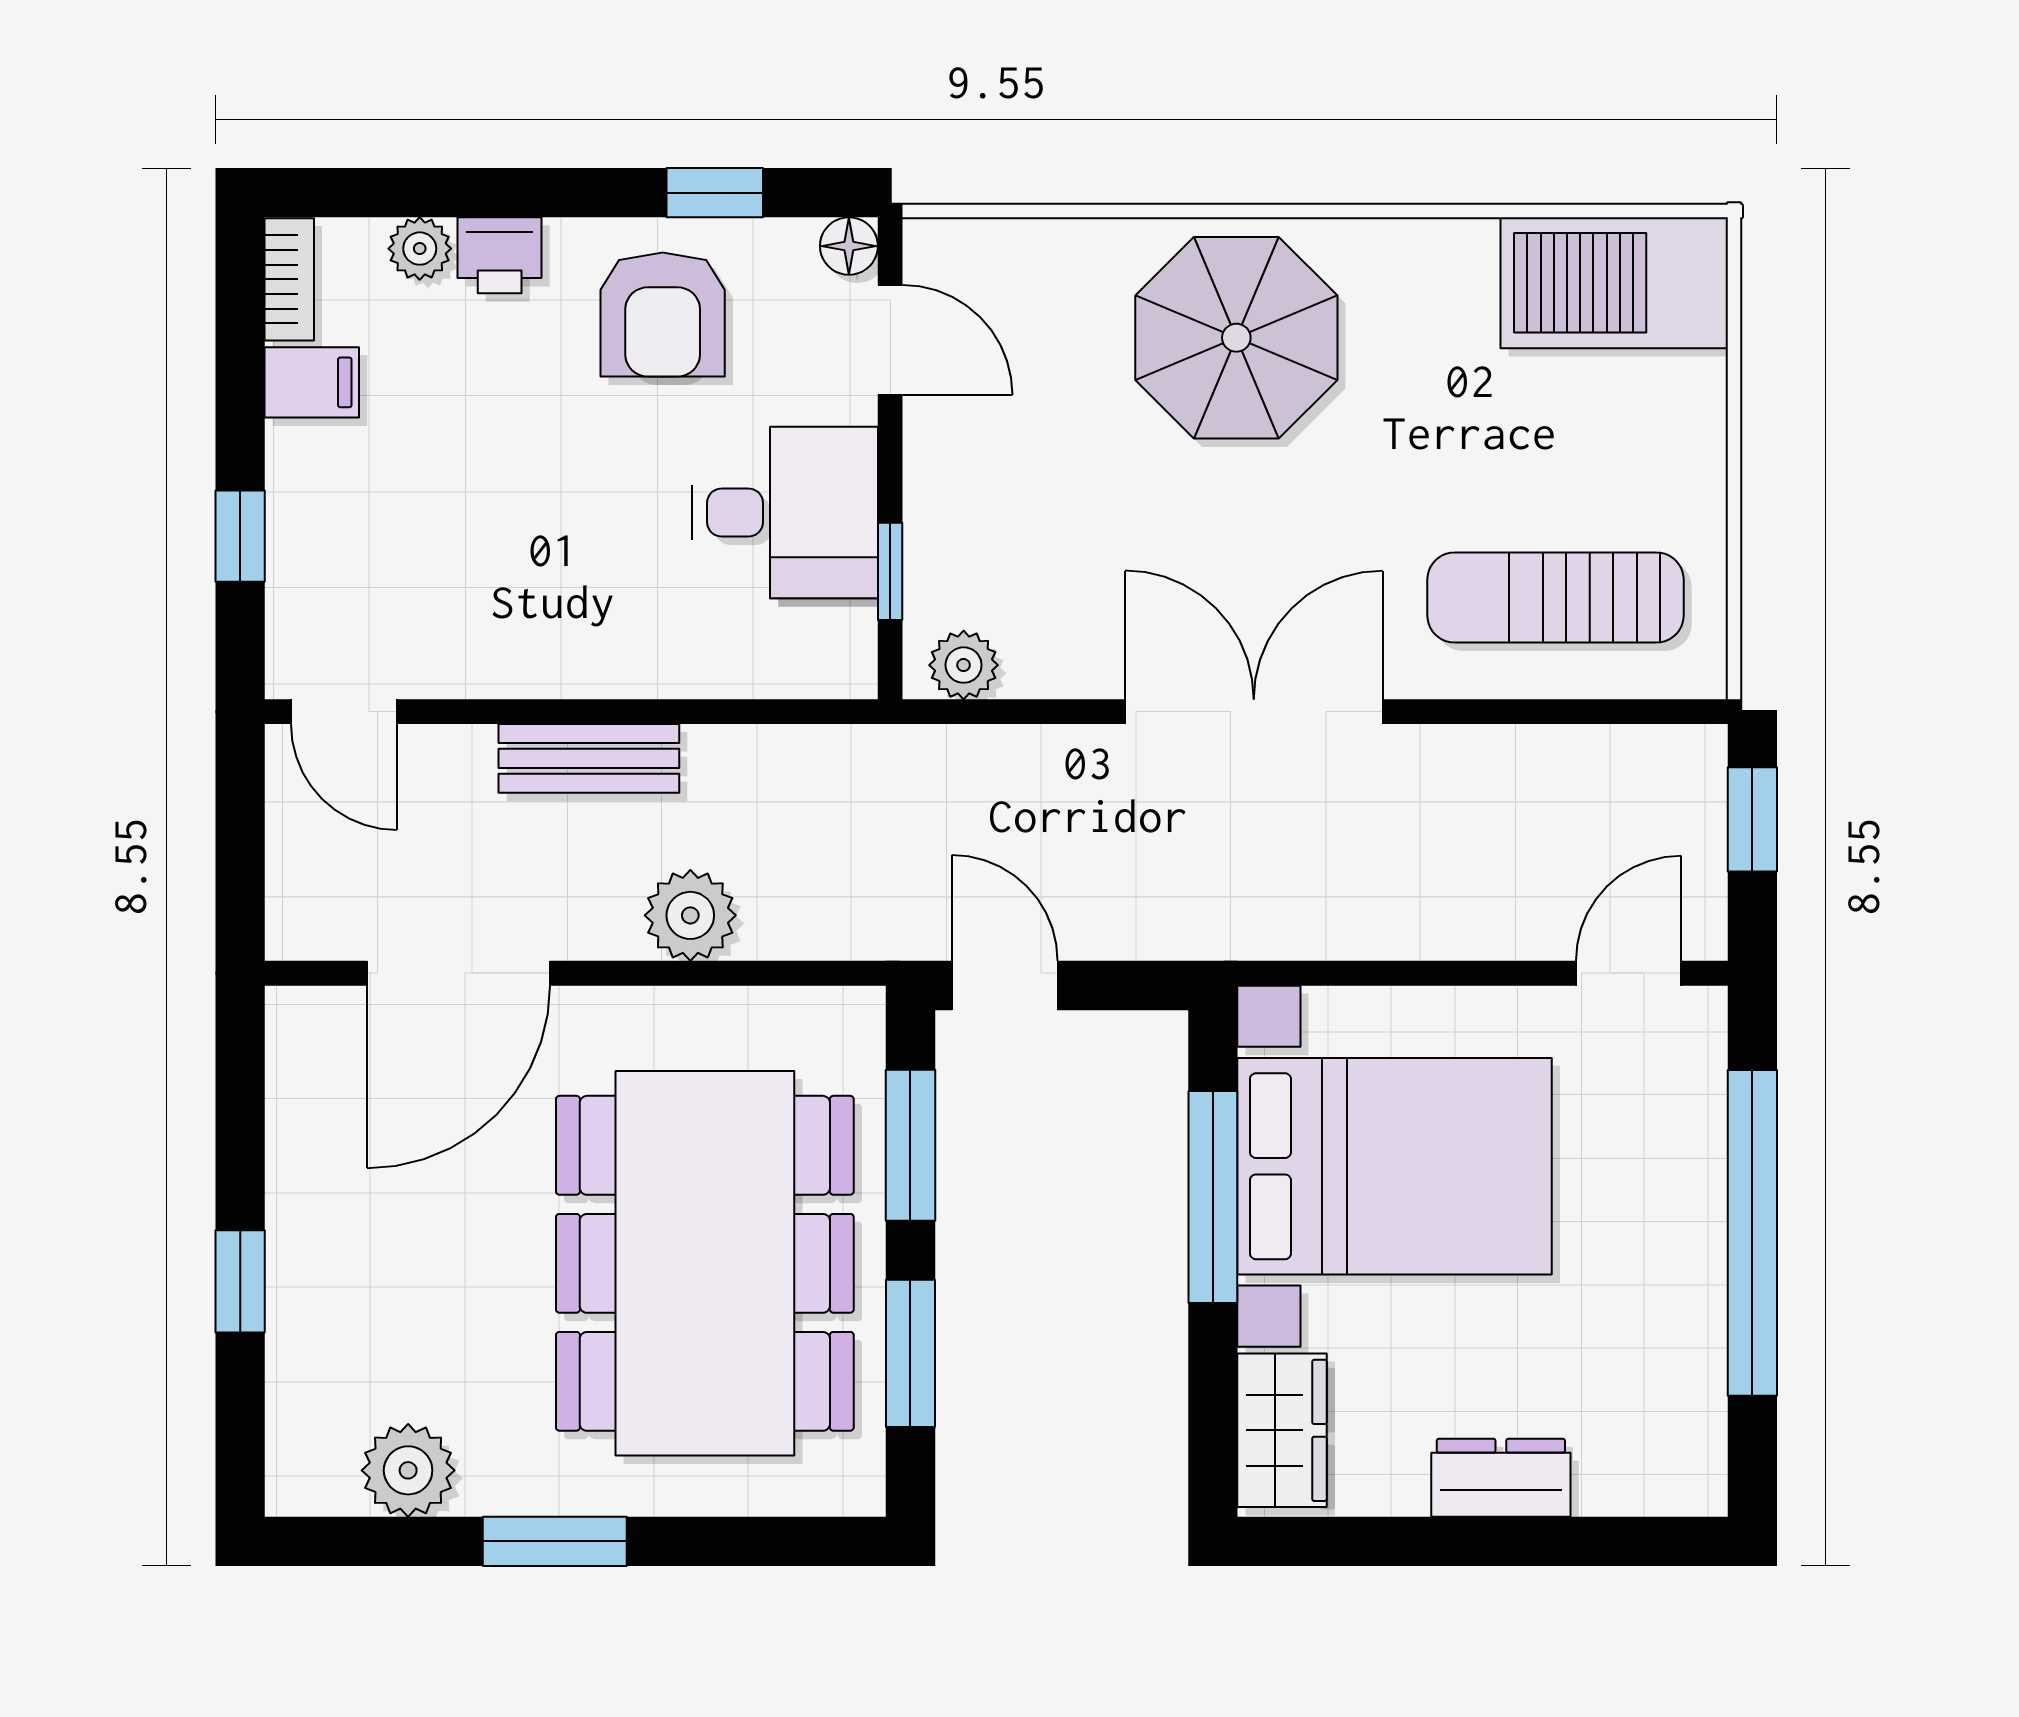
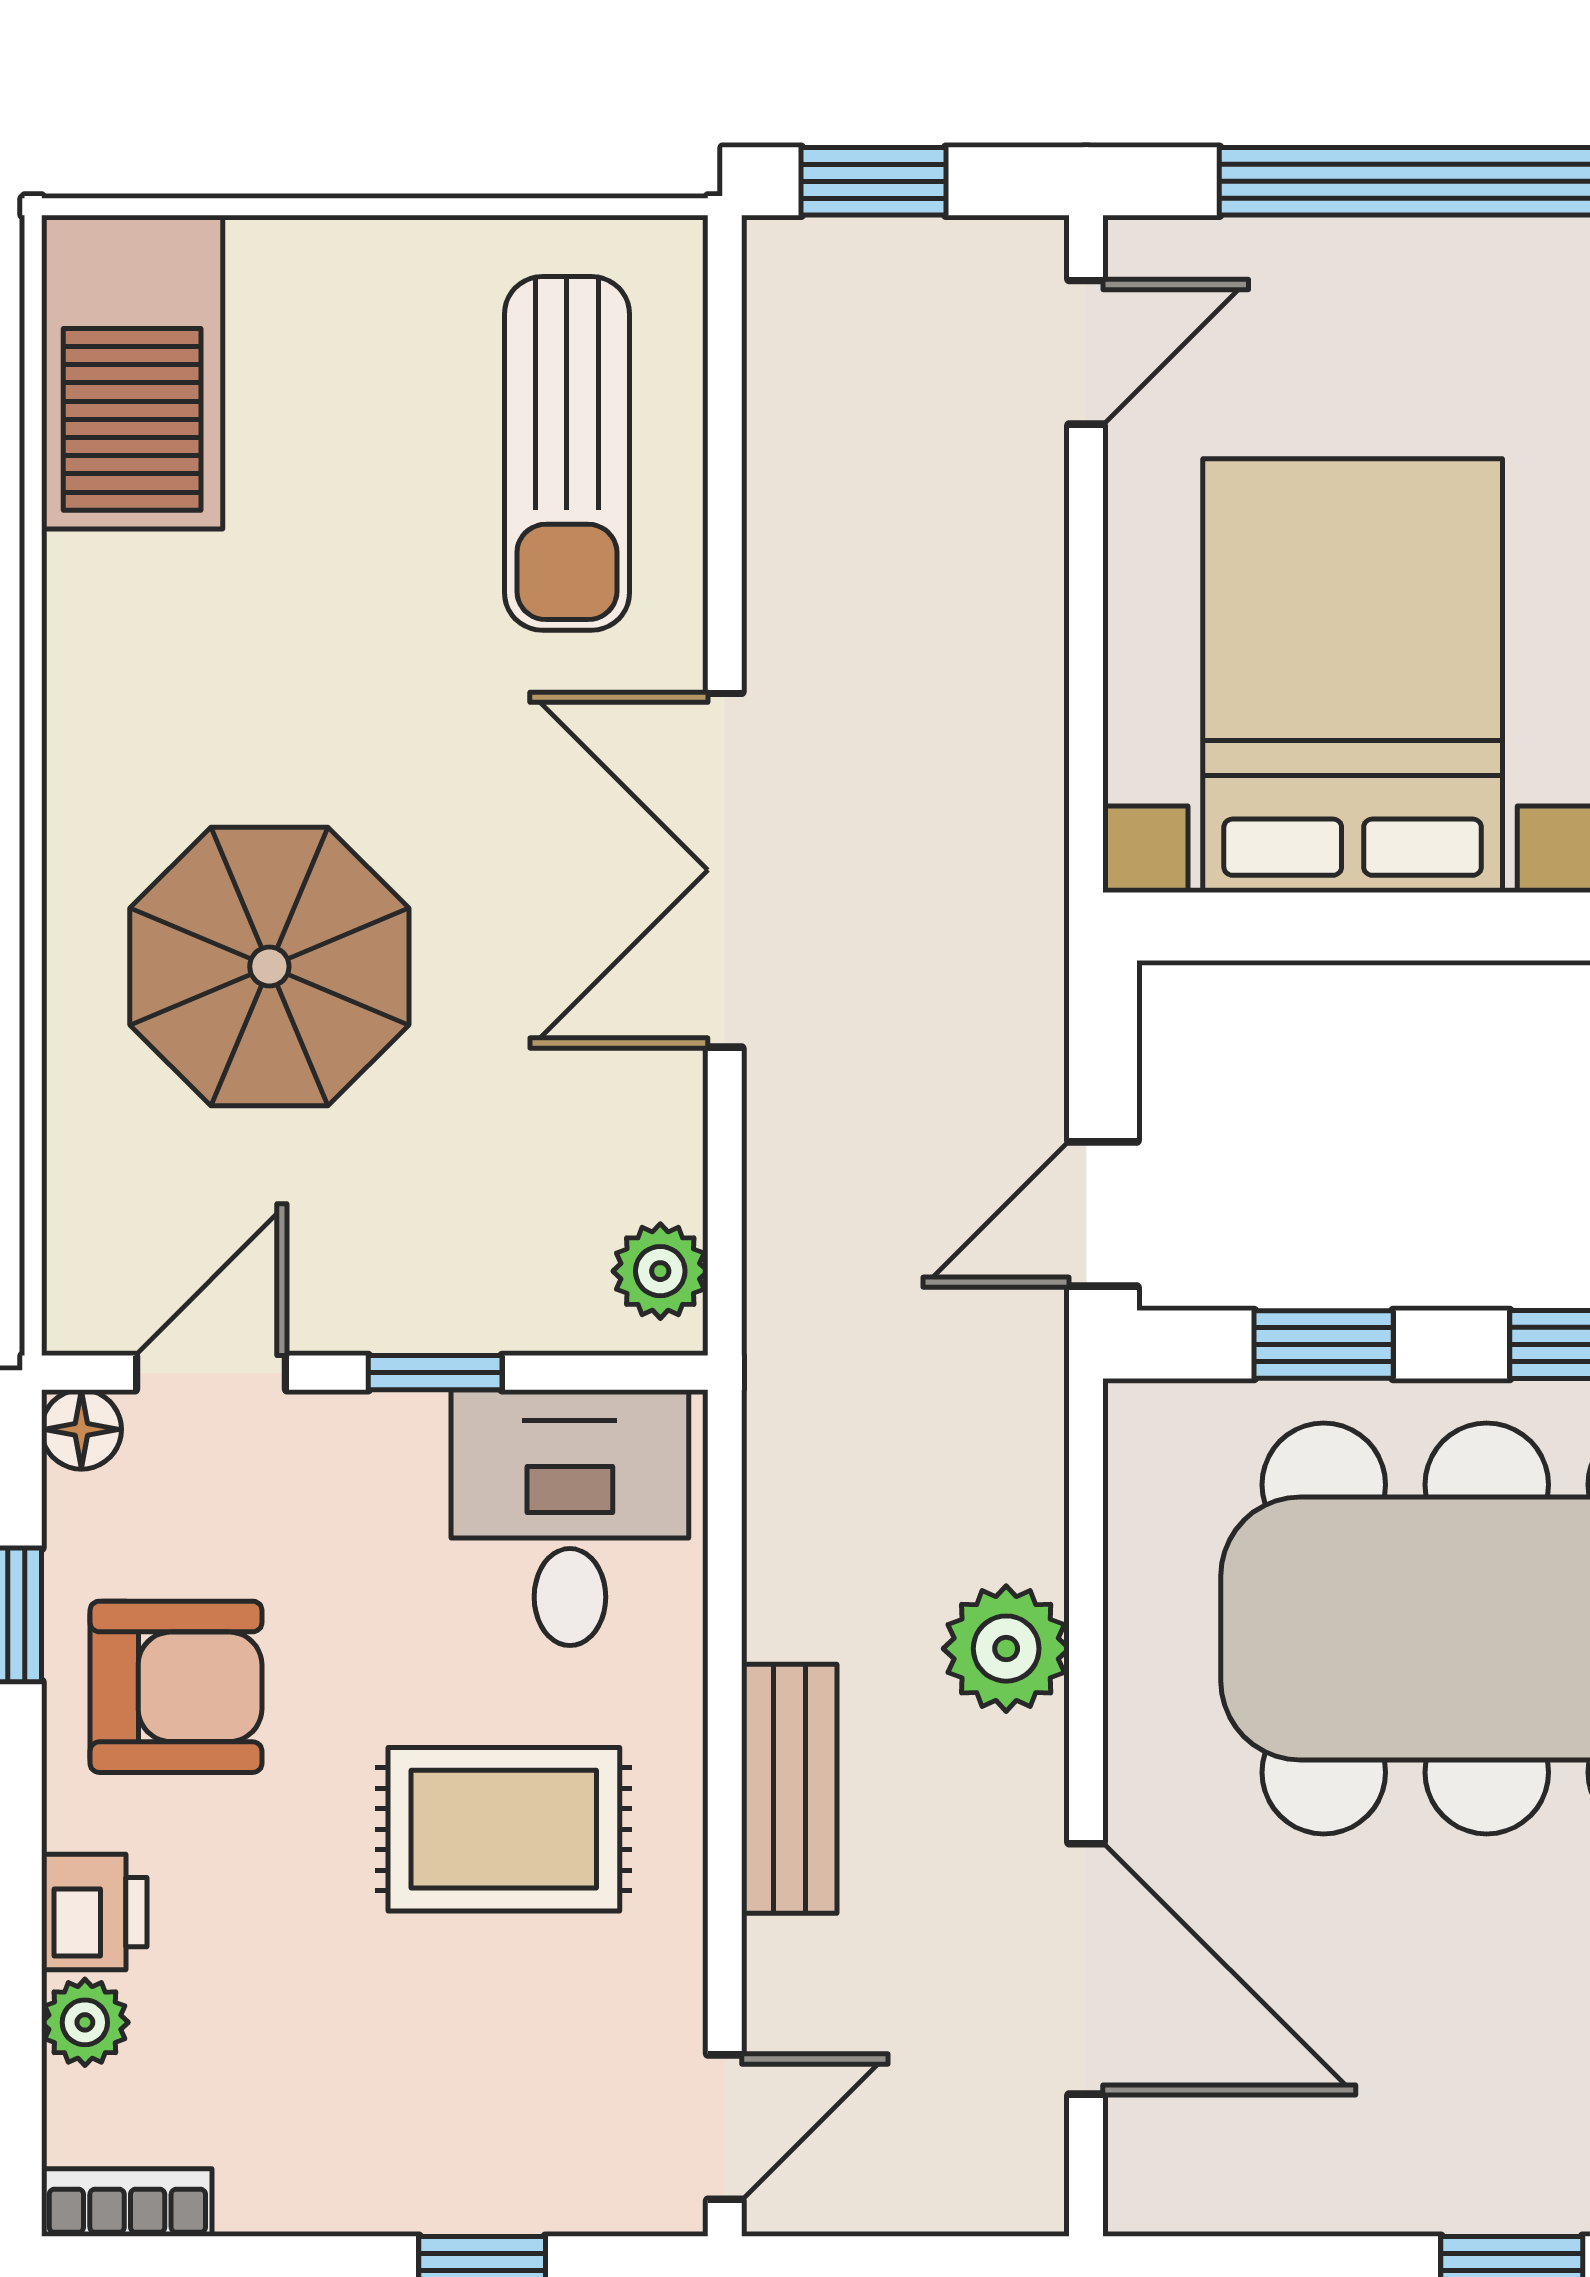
parasol: (1236, 338) -> (269, 966), moved
filing cabinet: (312, 382) -> (270, 2171), removed
desk: (785, 513) -> (570, 1518), moved
rug: (560, 552) -> (504, 1829), added
window: (890, 571) -> (435, 1373), moved
door: (1629, 973) -> (1086, 352), swing flipped
window: (910, 1145) -> (1324, 1344), width x0.67
window: (1213, 1197) -> (1395, 927), removed

